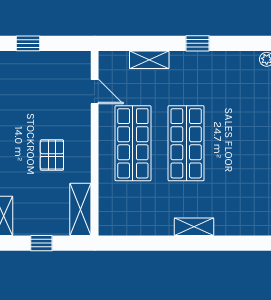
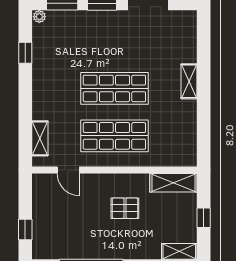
window: (198, 43) -> (25, 53), moved
shelving: (149, 60) -> (40, 138), moved
door: (95, 92) -> (68, 170), swing flipped

